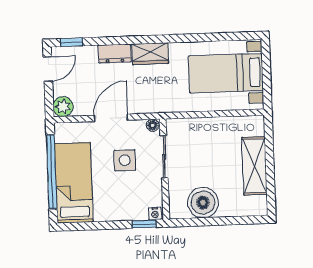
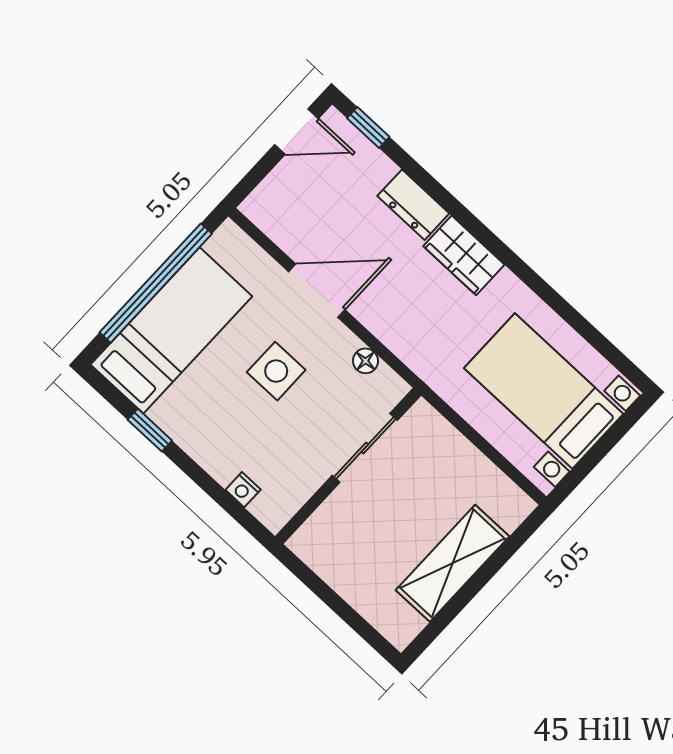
plant: (63, 107) -> (264, 207), removed
sliding door: (164, 157) -> (365, 448), moved
wall: (165, 169) -> (348, 466), moved
boiler: (203, 203) -> (327, 542), removed
window: (144, 224) -> (150, 430), moved

